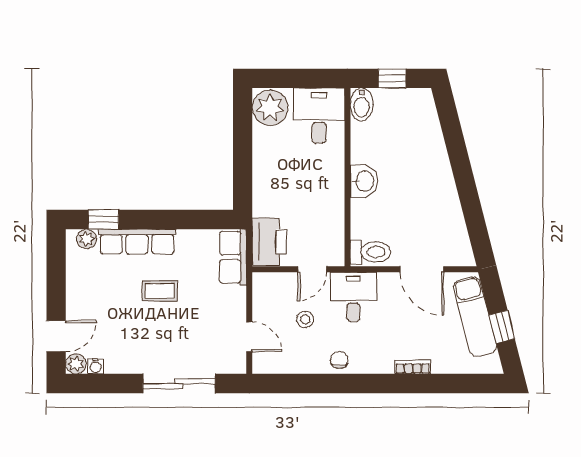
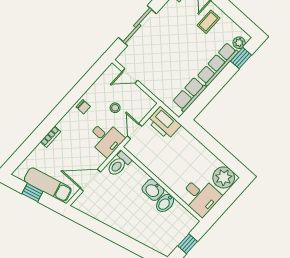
bidet: (362, 104) -> (165, 203), moved, turned -90
row of seats: (233, 257) -> (189, 94), moved, turned -90
coffee table: (160, 291) -> (208, 22), moved

